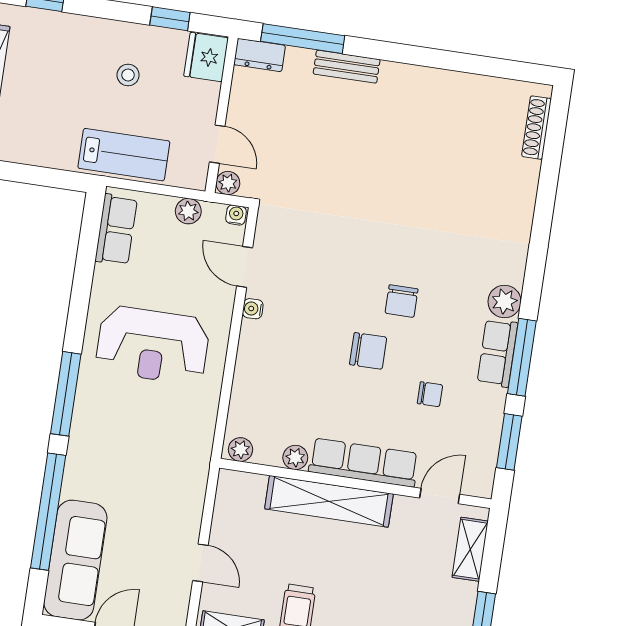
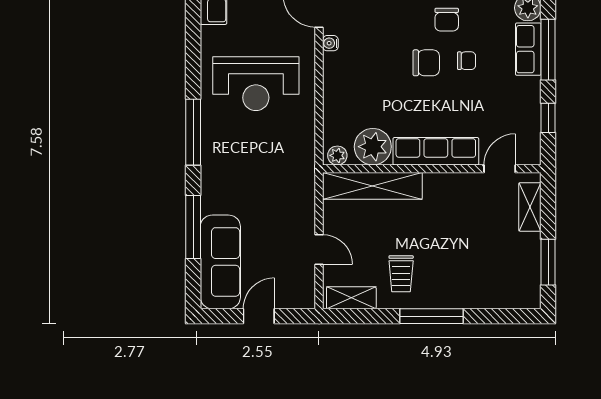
chair: (430, 394) -> (467, 61), moved
window: (509, 442) -> (548, 118), width x0.67
plant: (295, 457) -> (373, 147), width x1.87, depth x1.87
shelving: (329, 501) -> (372, 186), moved
window: (48, 512) -> (193, 227), width x0.68

